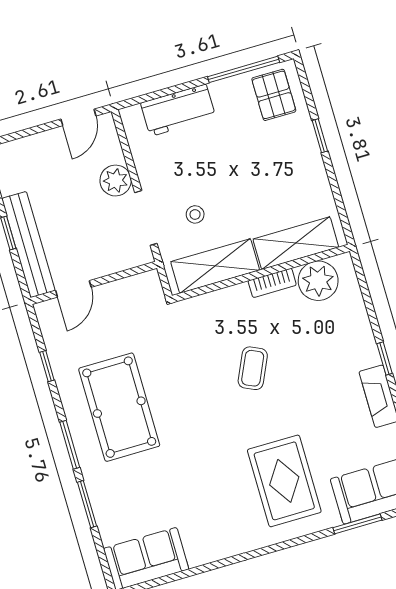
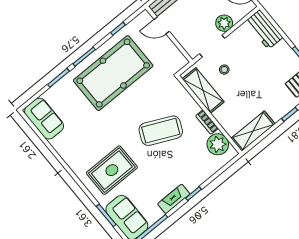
workbench: (178, 110) -> (264, 29), moved
shelving: (296, 243) -> (253, 131), moved, turned 90
coffee table: (253, 368) -> (161, 131), width x1.86, depth x1.72
pool table: (119, 407) -> (113, 73), width x1.36, depth x1.32

